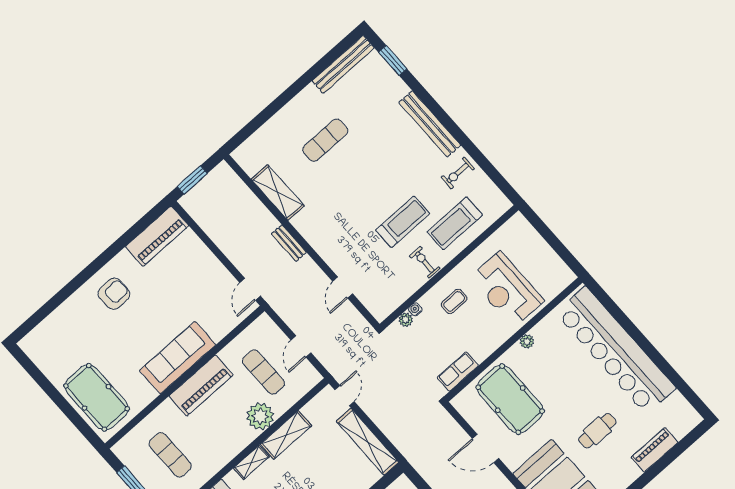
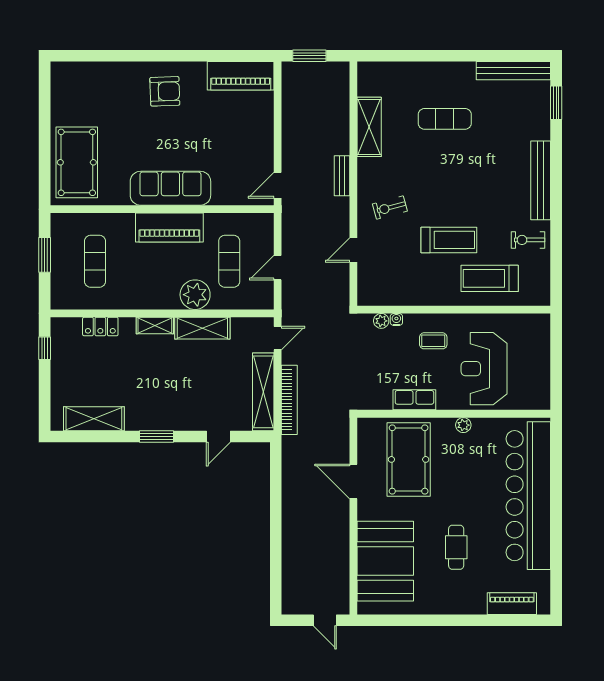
exercise bike: (425, 262) -> (390, 208), moved, turned -105
row of seats: (458, 371) -> (414, 400), moved
bookcase: (391, 431) -> (289, 400), added
cafe table: (597, 431) -> (456, 547), turned 90
piano: (655, 450) -> (512, 604), moved

